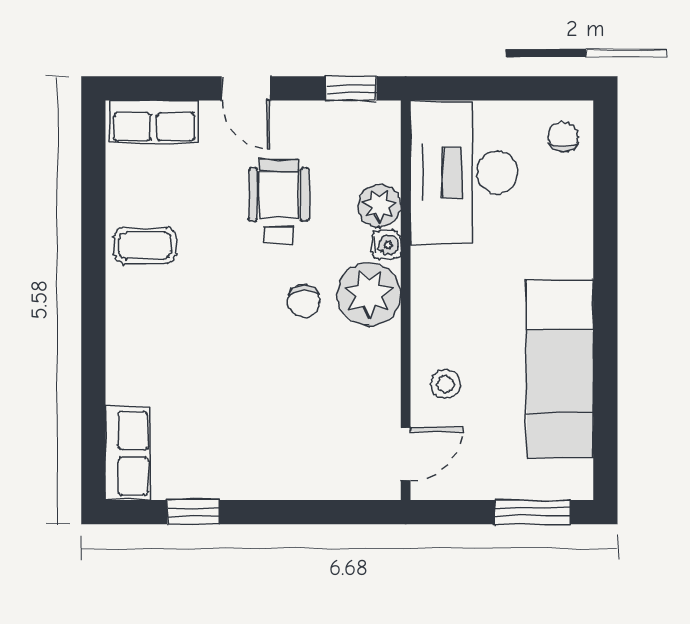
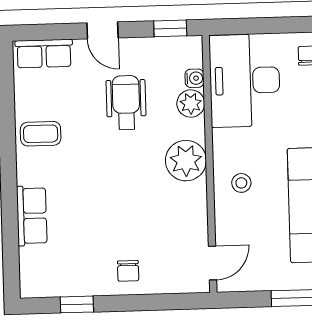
water cooler: (386, 245) -> (195, 78), moved
chair: (304, 301) -> (128, 271), moved
stool: (446, 384) -> (241, 183), moved
row of seats: (128, 454) -> (32, 216), moved

